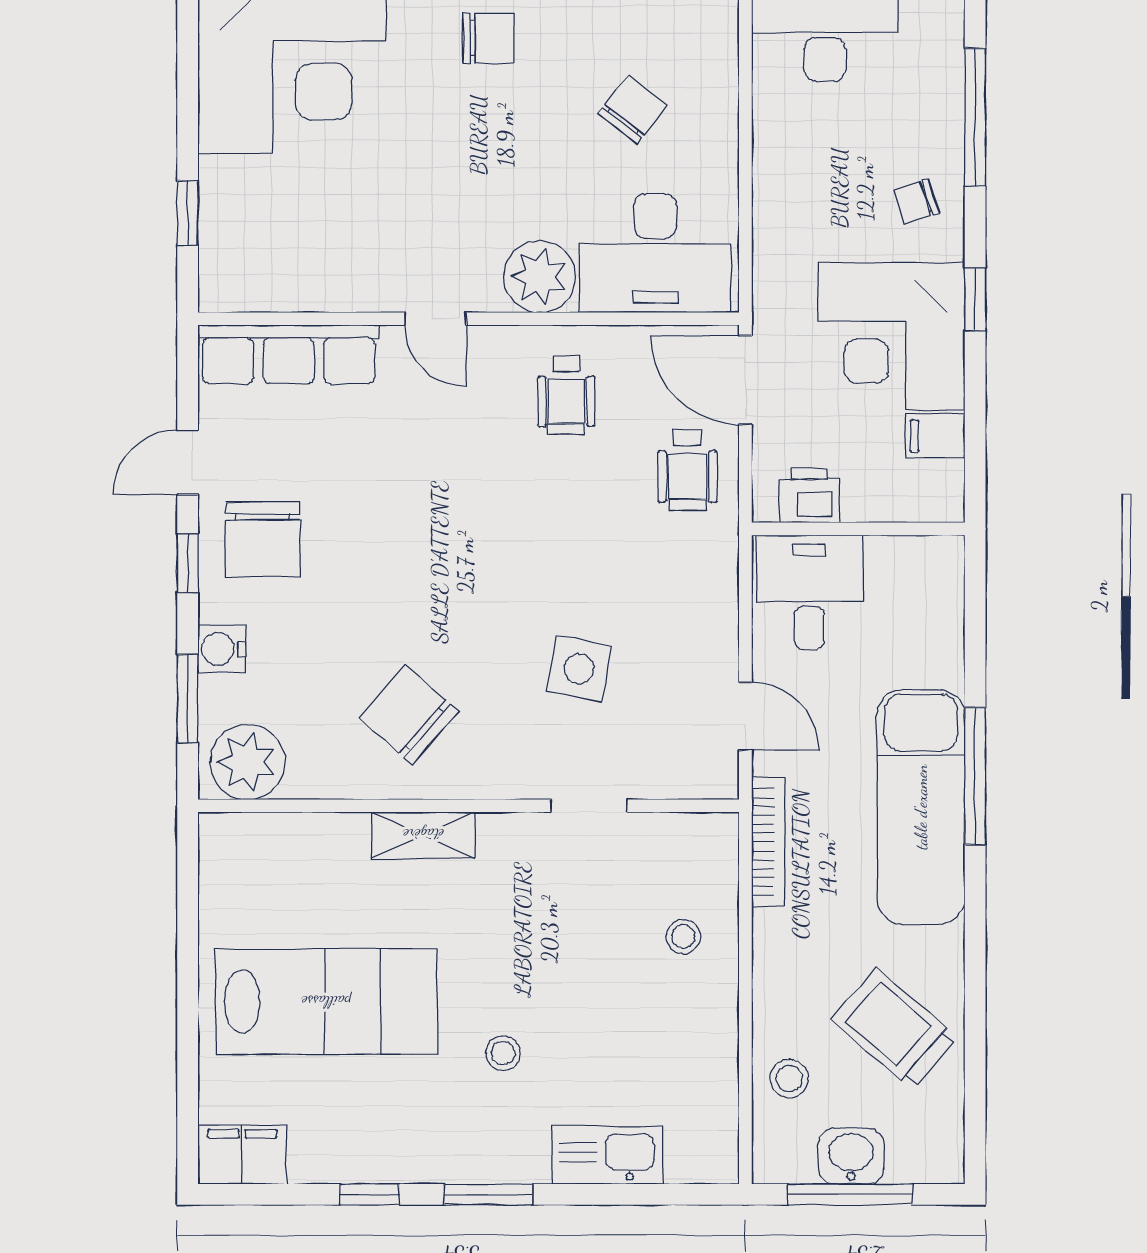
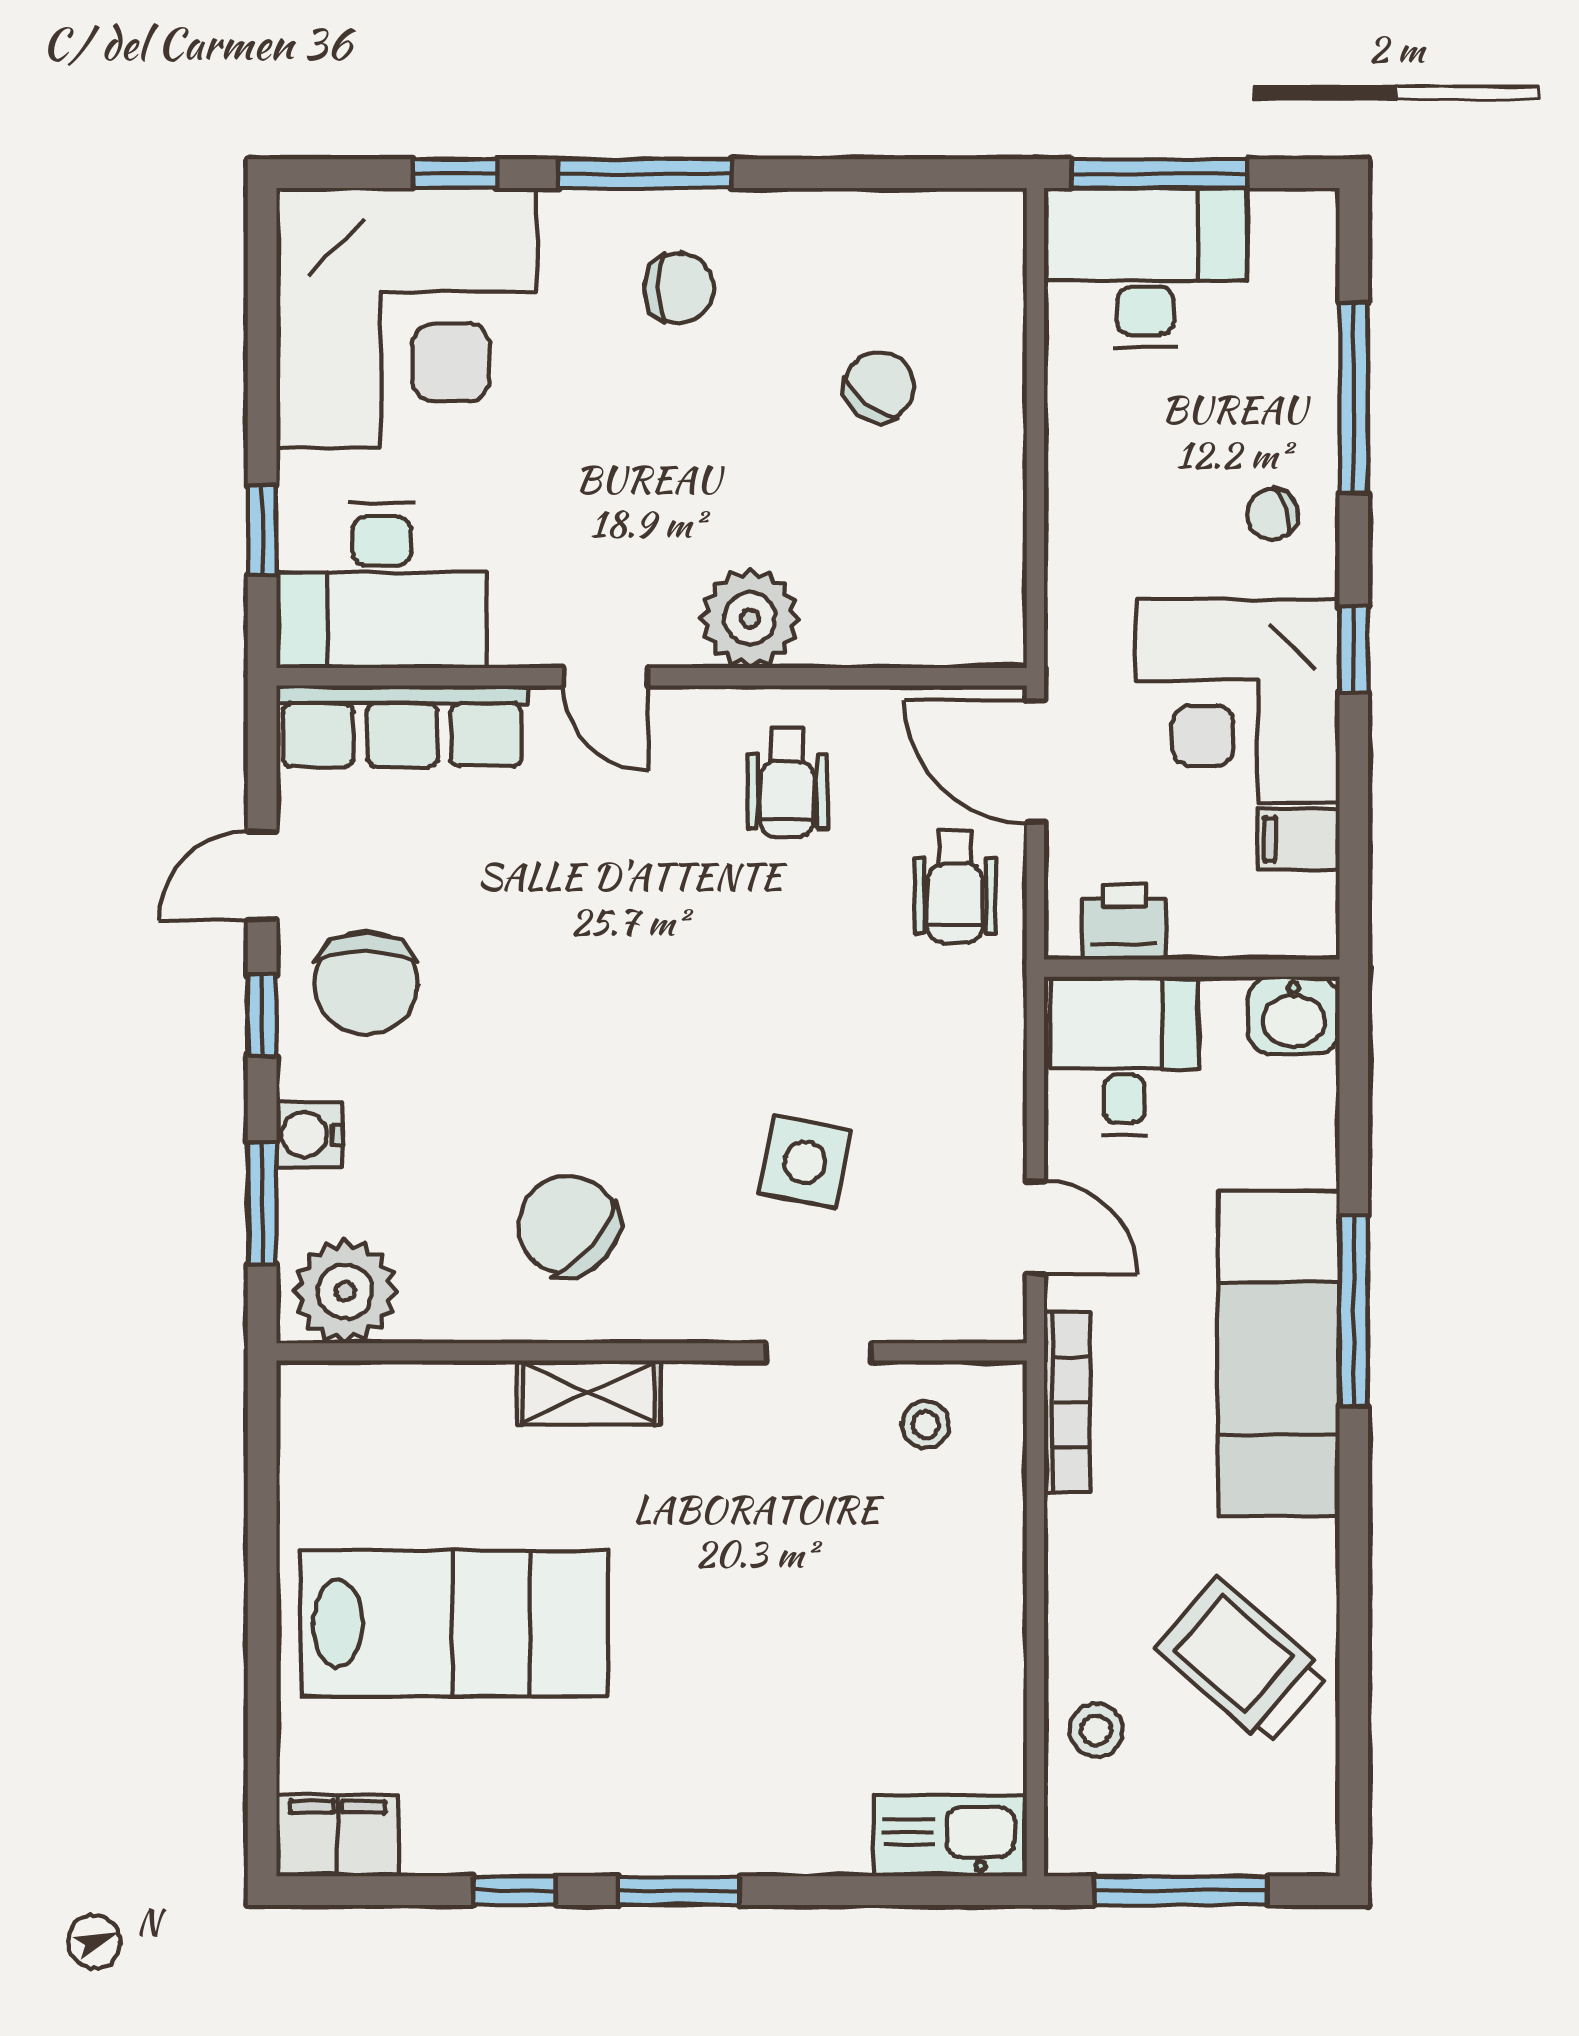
desk: (655, 253) -> (381, 586), moved
stool: (683, 937) -> (926, 1425), moved
stool: (503, 1053) -> (699, 1695), removed
kitchen sink: (608, 1155) -> (950, 1836), moved
washbasin: (851, 1156) -> (1294, 1015), moved, turned 180

